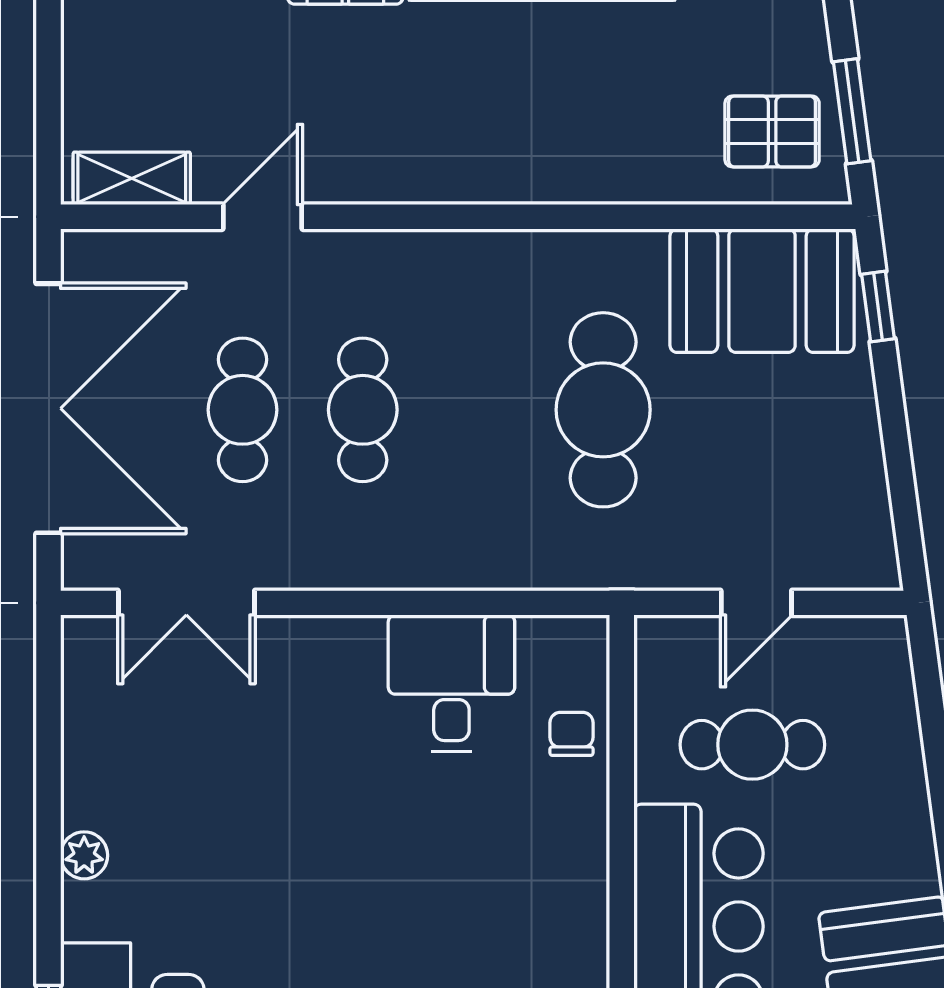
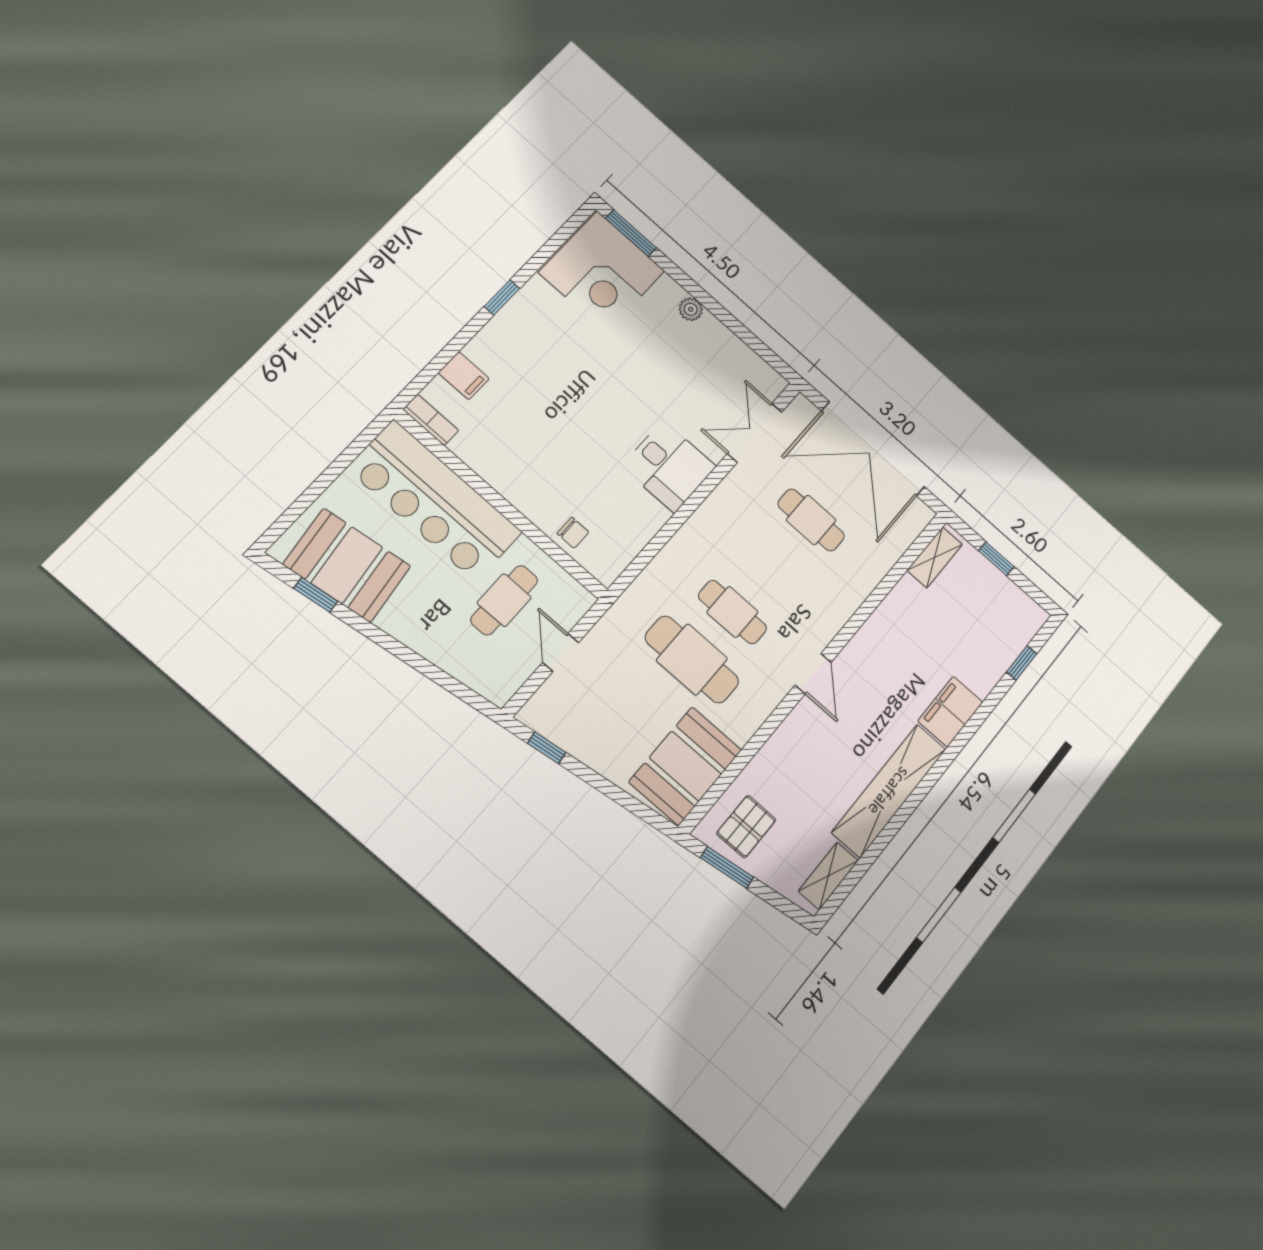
window: (49, 83) -> (996, 559), added
door: (262, 217) -> (813, 674), moved
window: (878, 306) -> (547, 748), moved
cafe table: (363, 410) -> (732, 612), moved
desk: (451, 683) -> (669, 466), moved

